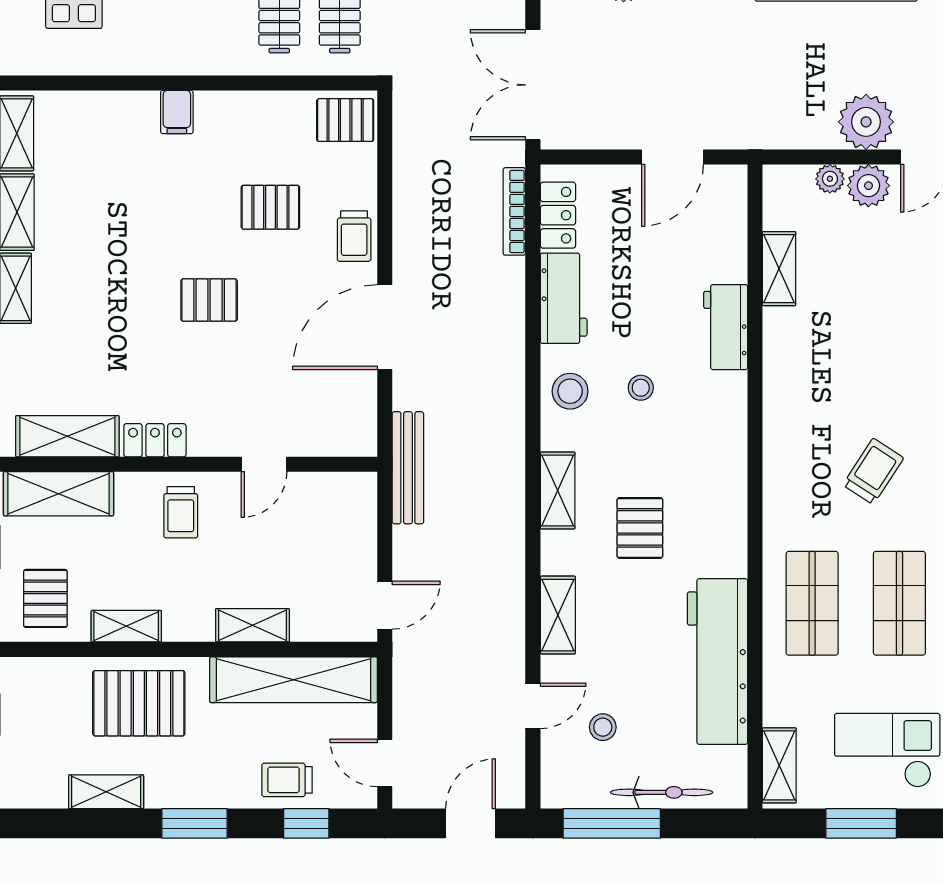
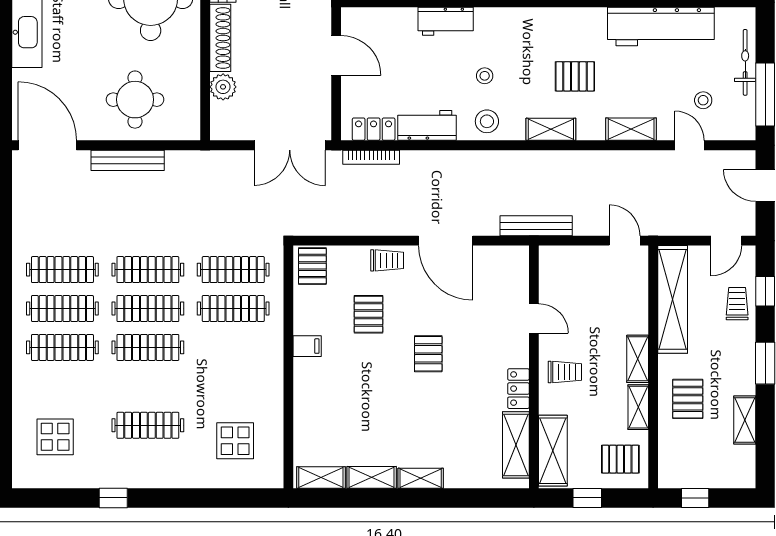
filing cabinet: (177, 112) -> (307, 346), moved
shelving: (253, 625) -> (638, 359), moved
pallet: (139, 703) -> (688, 399), width x0.67, depth x0.71
trolley: (287, 780) -> (737, 304), turned 180

